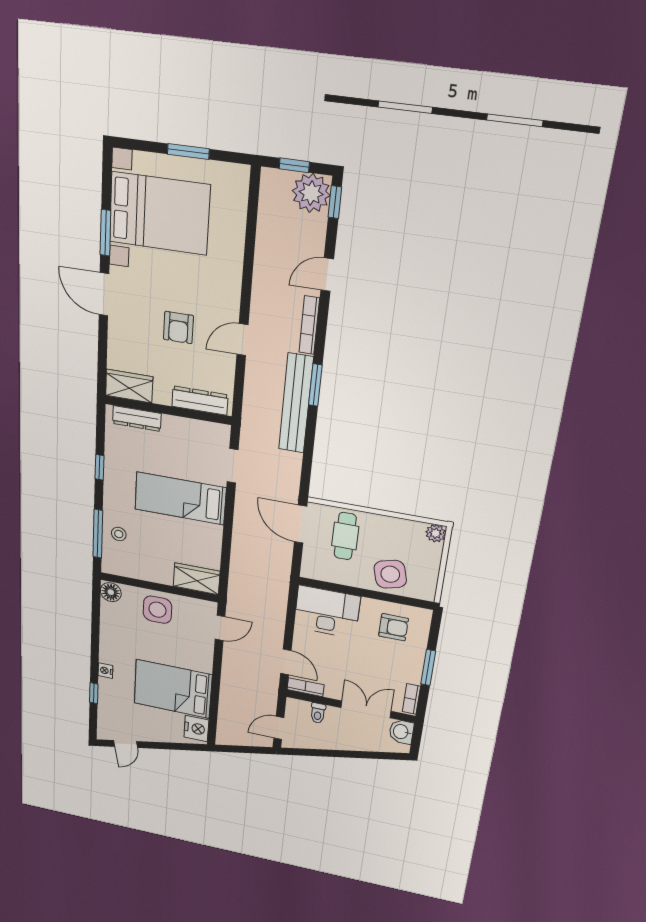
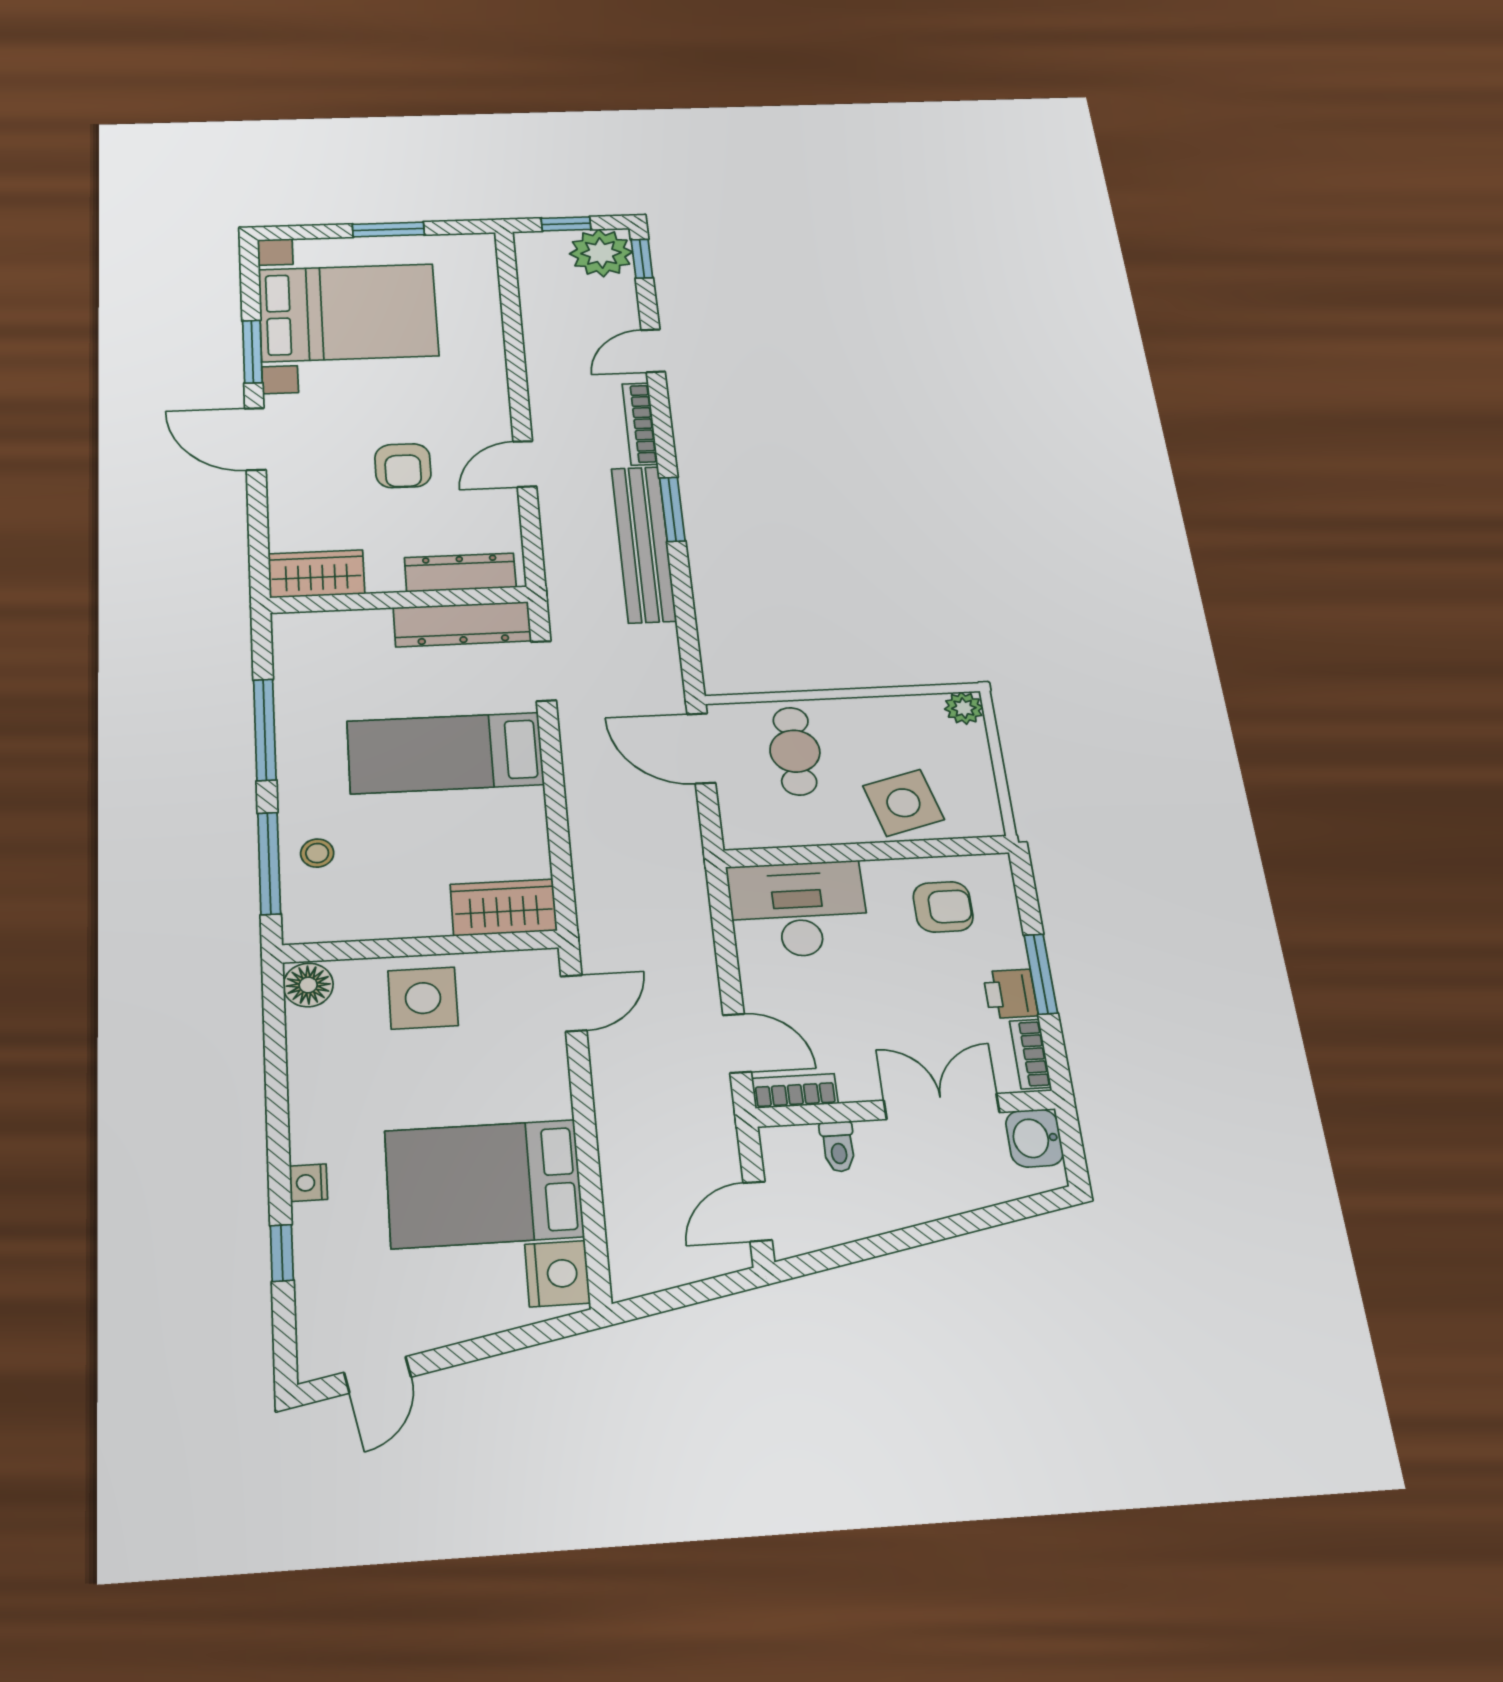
dresser: (137, 418) -> (462, 624), moved, width x1.37, depth x1.24
window: (100, 467) -> (265, 730), width x2.17
printer: (411, 672) -> (1011, 994), added

